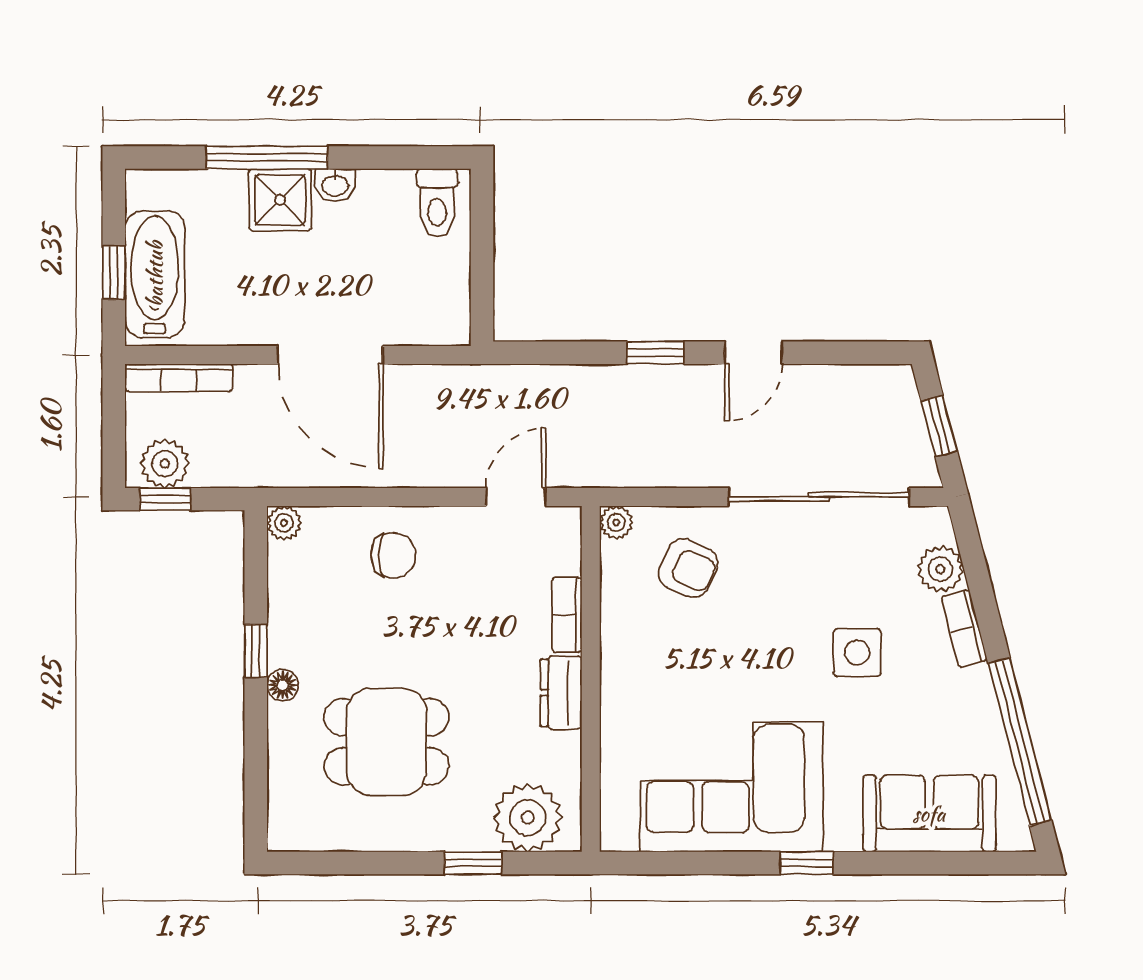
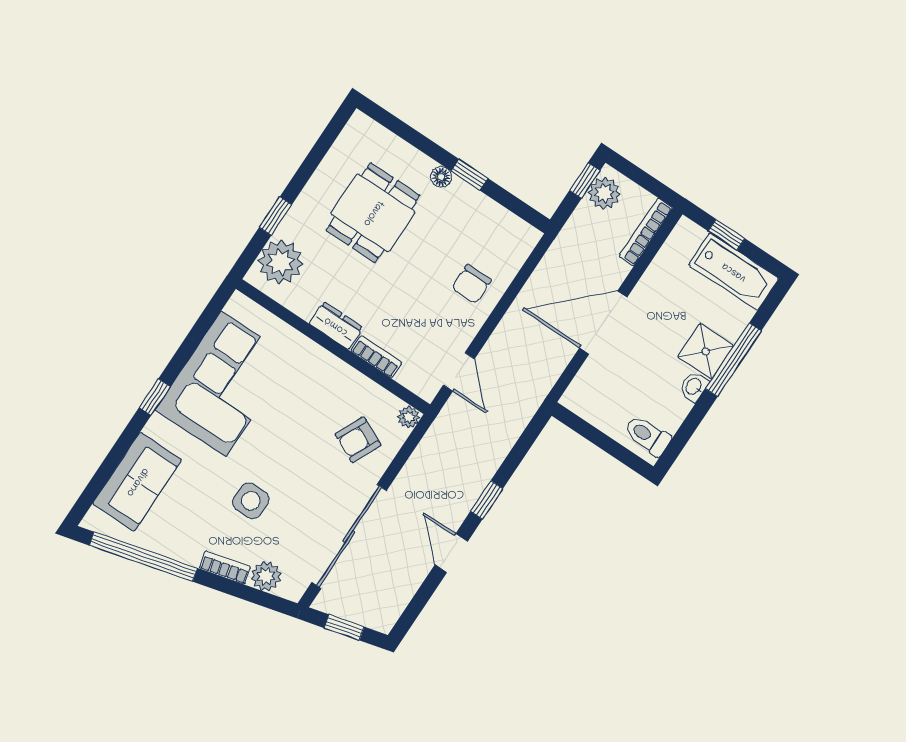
bathtub: (155, 274) -> (734, 272), moved
plant: (284, 523) -> (529, 236), removed

